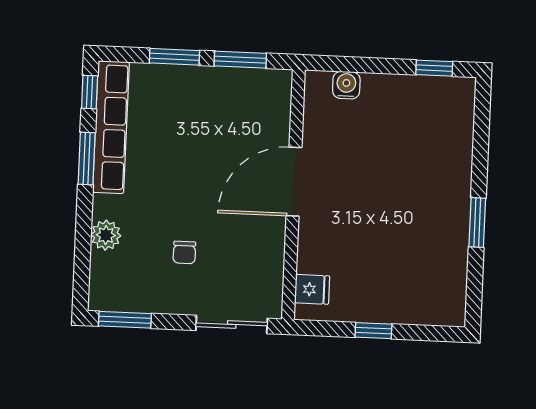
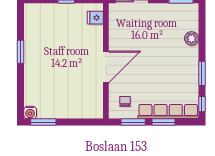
window: (434, 68) -> (43, 122), width x1.50
water cooler: (346, 85) -> (30, 112), moved
row of seats: (111, 127) -> (168, 112), moved, turned 90
chair: (184, 252) -> (125, 101), moved

